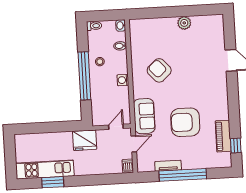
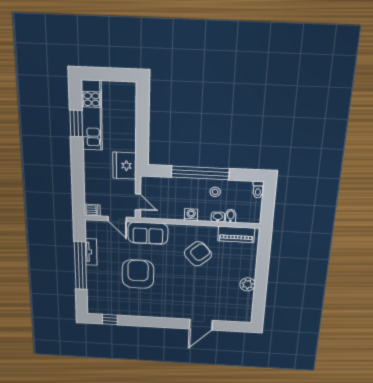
washbasin: (121, 25) -> (218, 217), moved
piano: (223, 136) -> (236, 234), moved, turned 180

